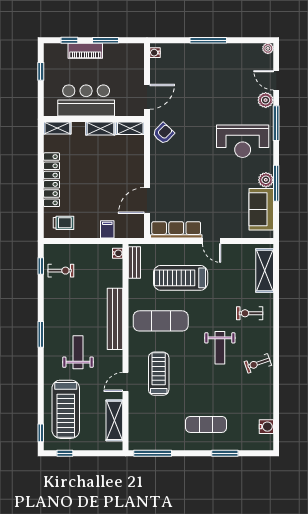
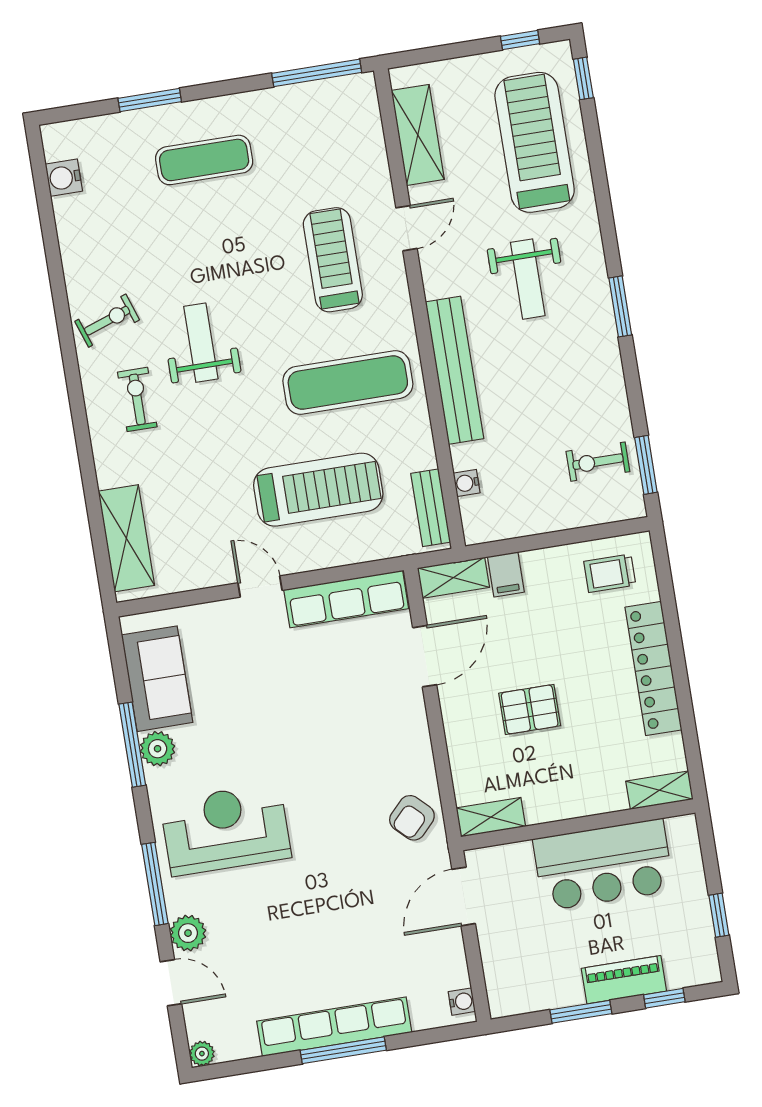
row of seats: (210, 51) -> (334, 1027), added
shelving: (100, 129) -> (453, 578), moved
pallet: (106, 171) -> (530, 709), added
water cooler: (118, 253) -> (467, 483), moved
window: (41, 266) -> (646, 465), width x1.50
exercise bike: (250, 313) -> (137, 399), moved, turned -90
treadmill: (159, 374) -> (333, 260), turned 180

